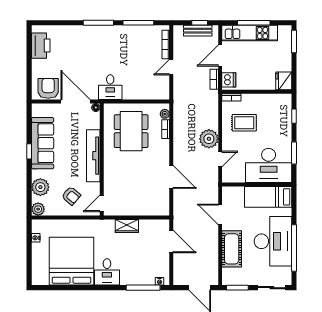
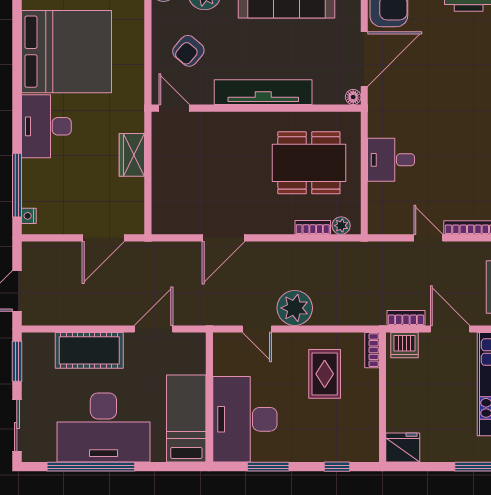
desk: (110, 87) -> (391, 160), moved
desk: (107, 272) -> (46, 126), width x1.37

